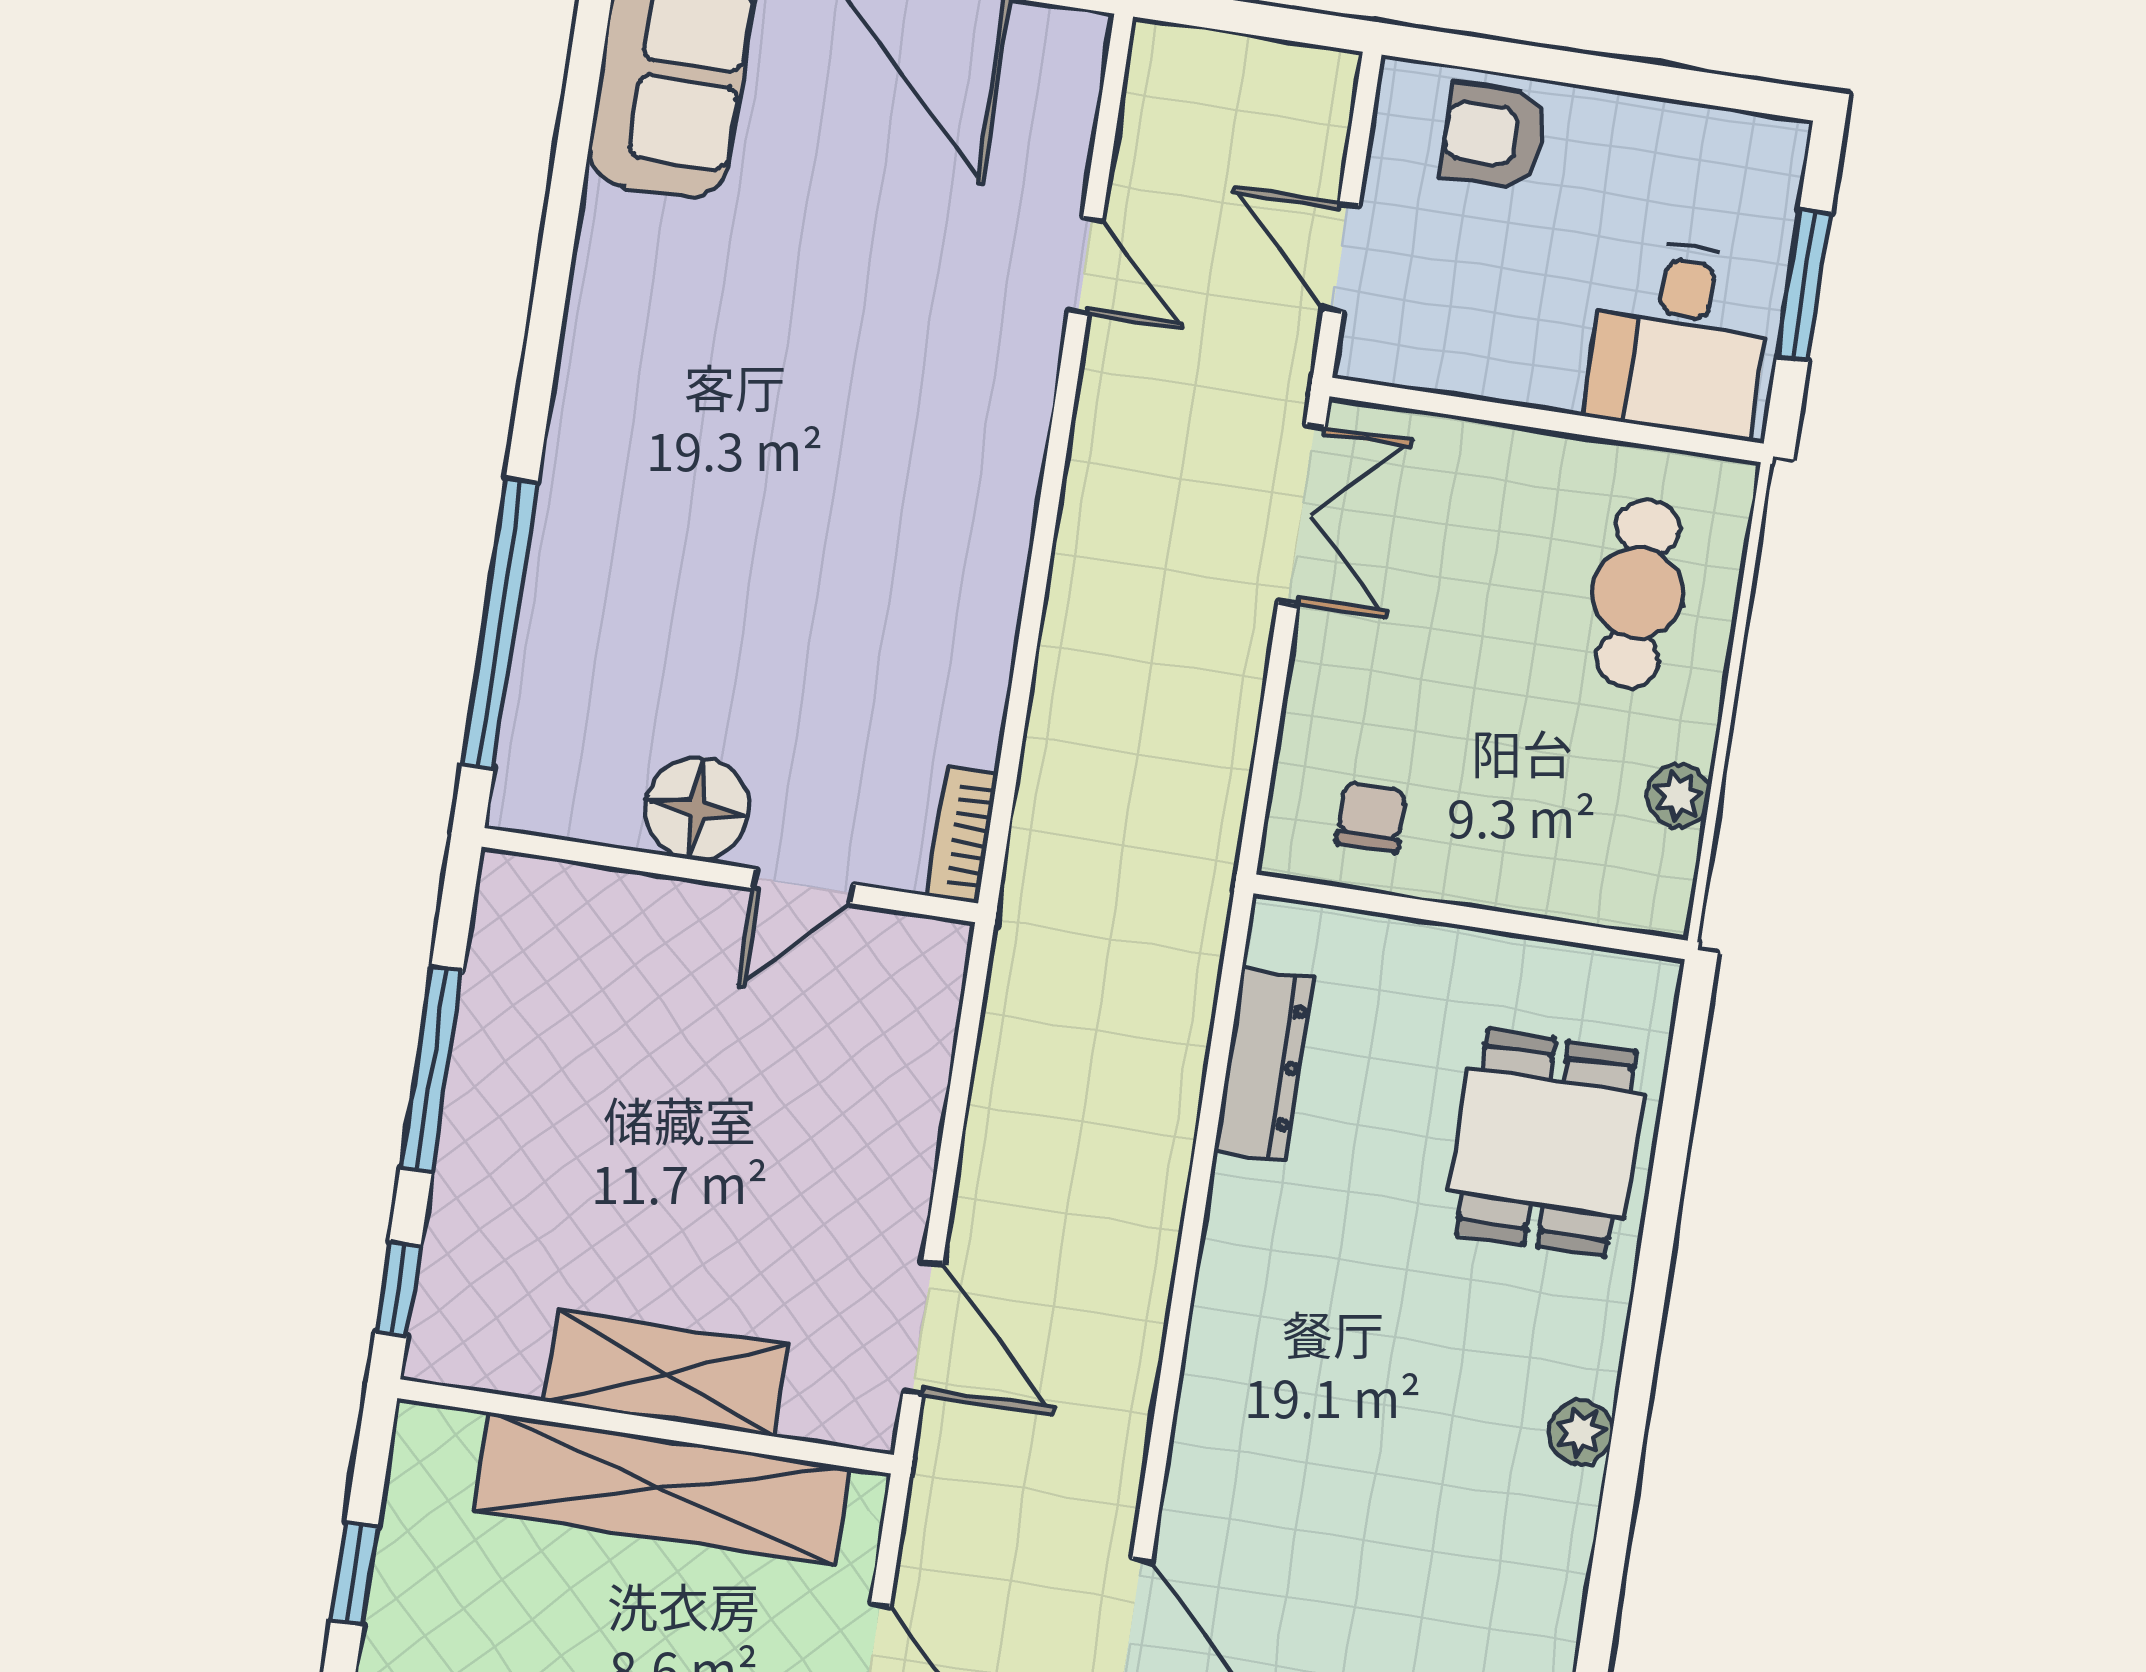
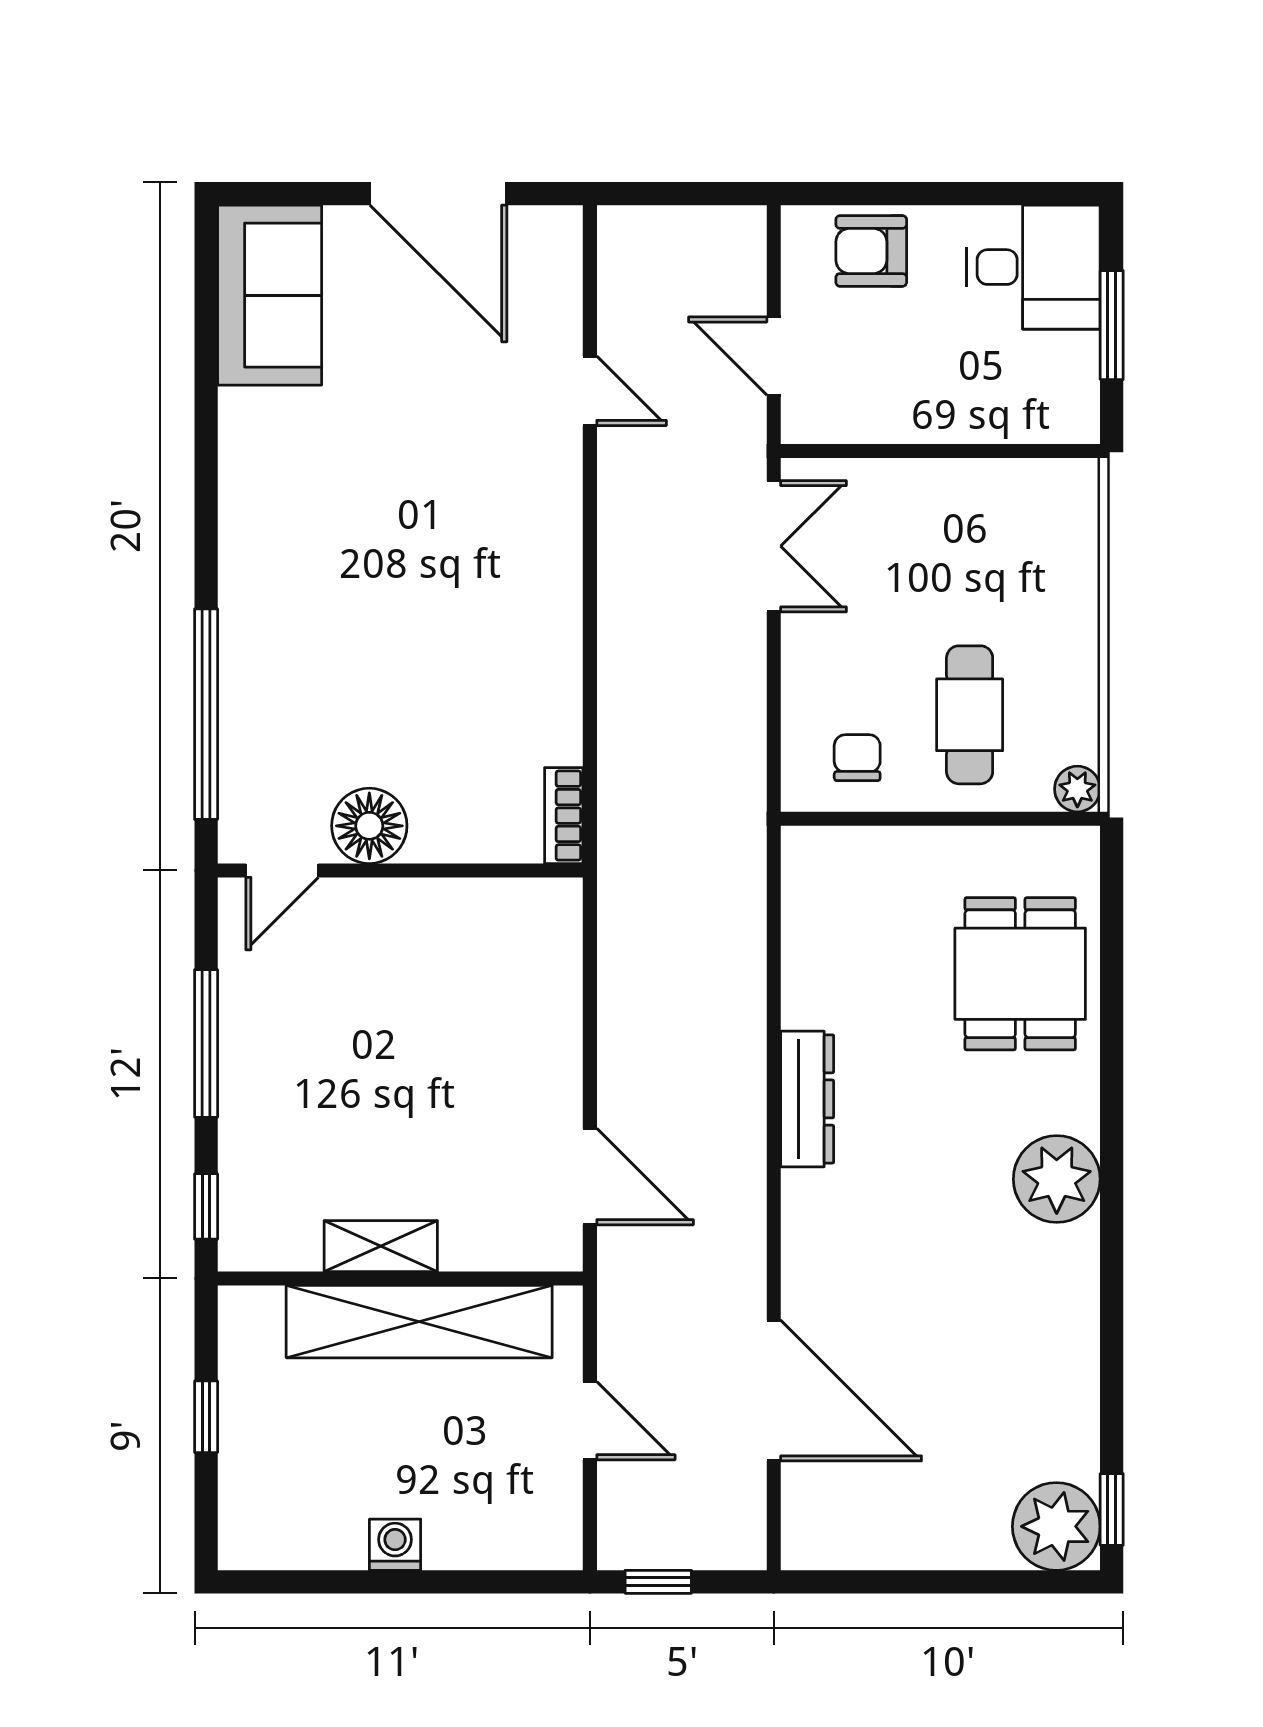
desk: (1680, 338) -> (1033, 267), moved, turned -90
cafe table: (1638, 593) -> (970, 715), moved
plant: (1678, 796) -> (1077, 789), moved
door: (803, 886) -> (282, 870), moved
dresser: (1264, 1064) -> (807, 1099), moved
shelving: (666, 1373) -> (381, 1246), width x0.67, depth x0.75
plant: (1581, 1432) -> (1057, 1179), width x1.87, depth x1.87

